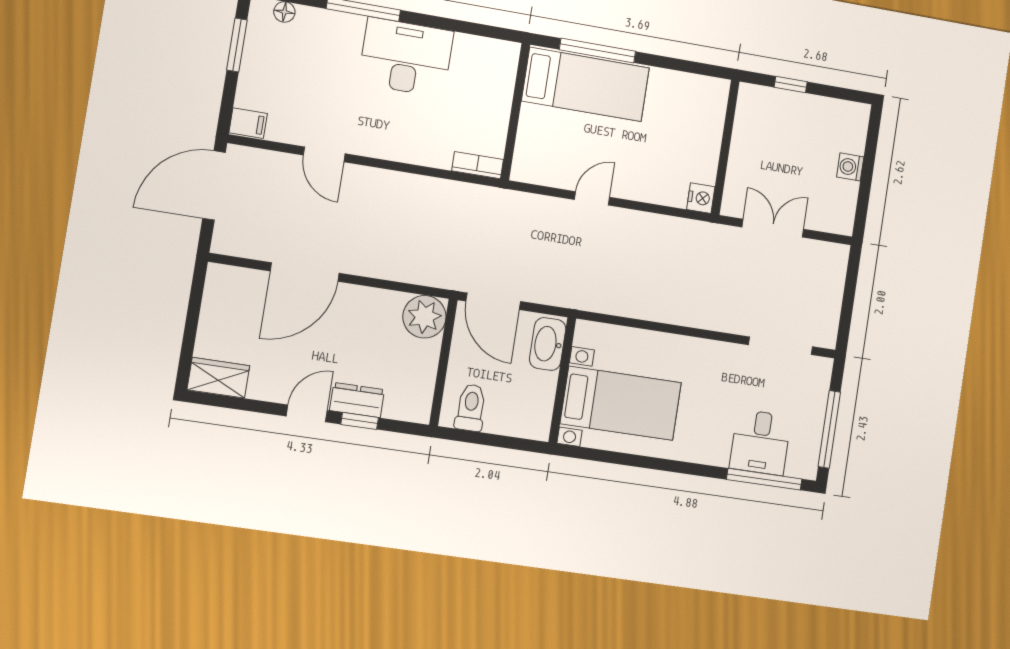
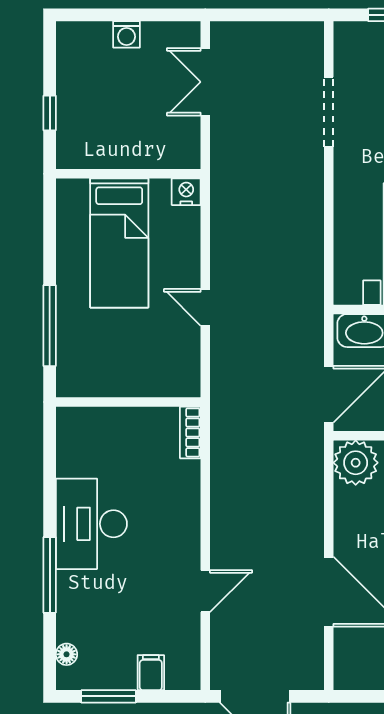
bed: (586, 84) -> (119, 243), moved, turned 180
filing cabinet: (248, 123) -> (151, 673), moved
double door: (773, 228) -> (205, 82), moved
doorway: (781, 346) -> (329, 112), moved

